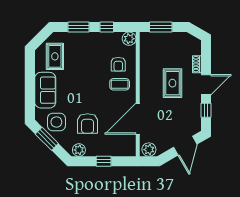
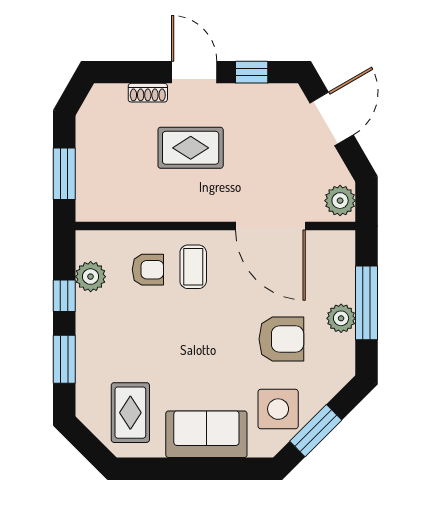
plant: (129, 39) -> (91, 277), moved
rug: (55, 56) -> (130, 413), turned 90
door: (185, 146) -> (332, 119), hinge flipped
plant: (79, 150) -> (341, 318), moved
window: (104, 161) -> (367, 303), width x2.17

